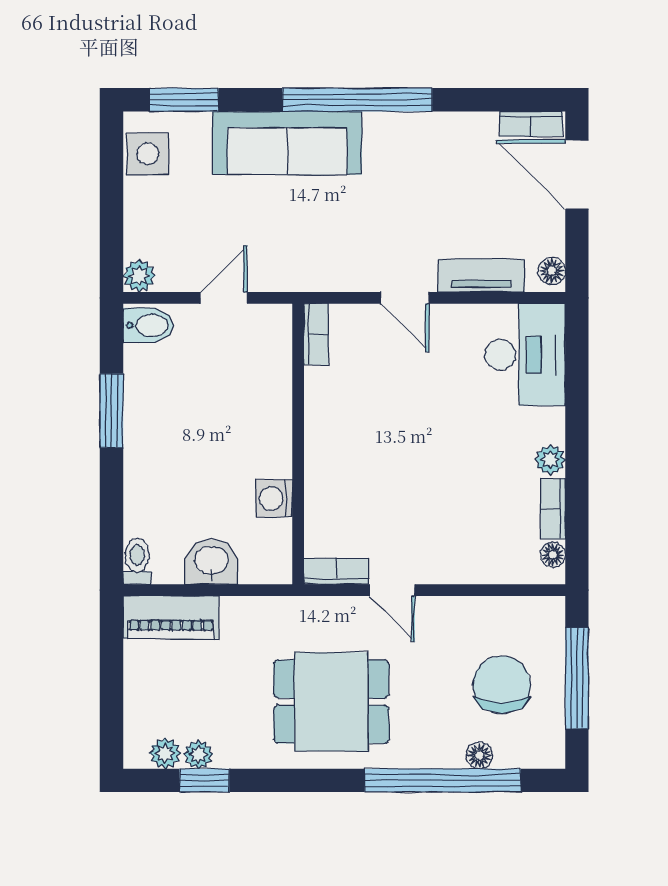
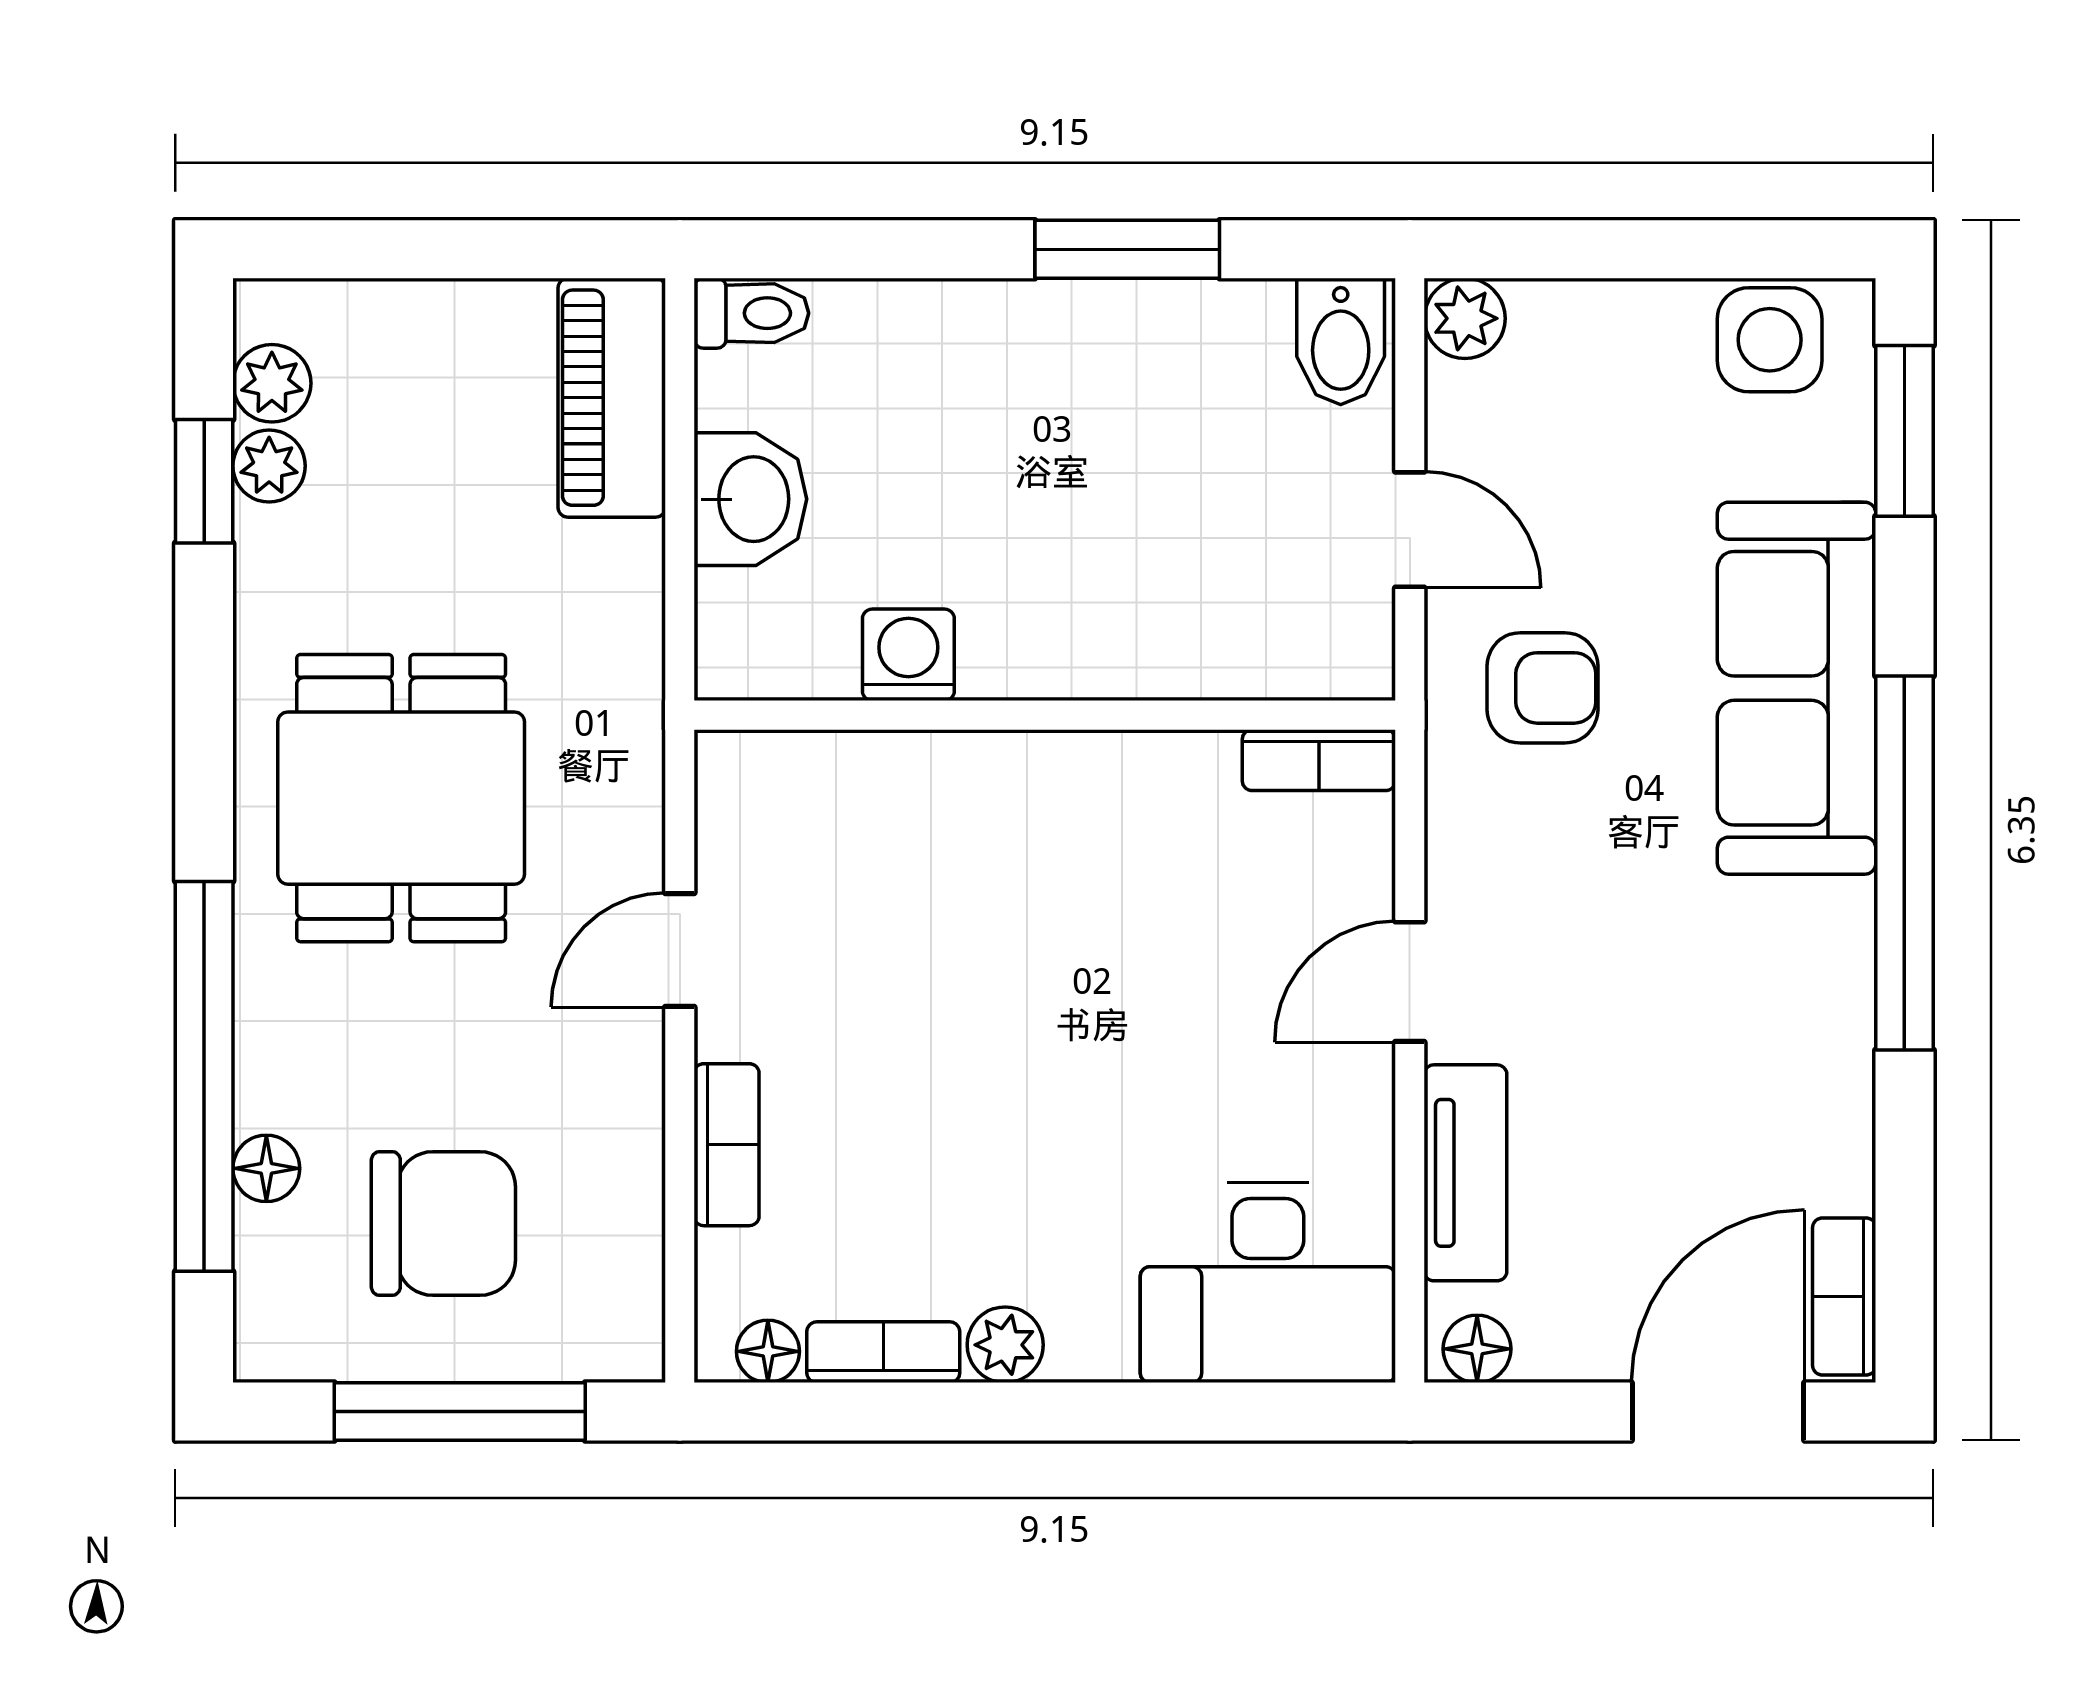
armchair: (287, 245) -> (1543, 688), added
bookcase: (336, 571) -> (727, 1145), moved

